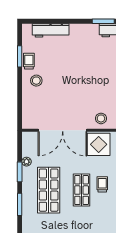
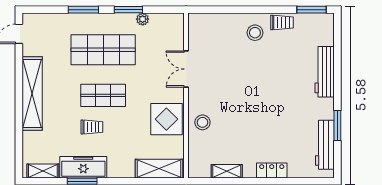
workbench: (51, 30) -> (325, 72), moved
window: (20, 56) -> (312, 10), moved
double door: (63, 130) -> (186, 69), width x0.54
trolley: (102, 184) -> (92, 127), moved

